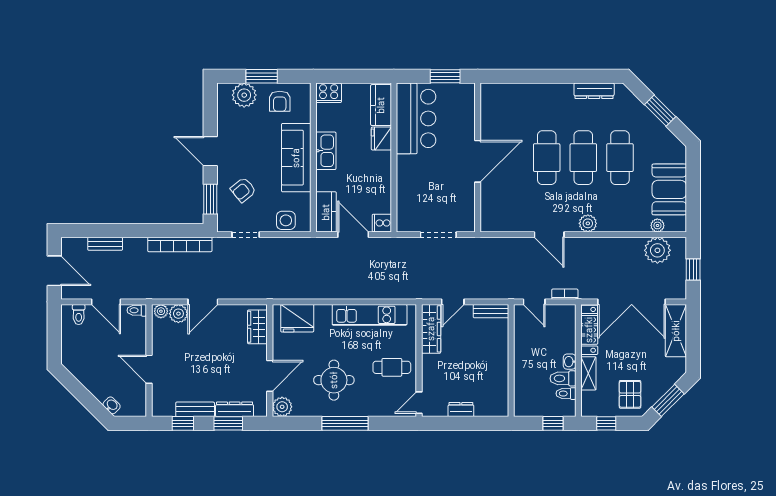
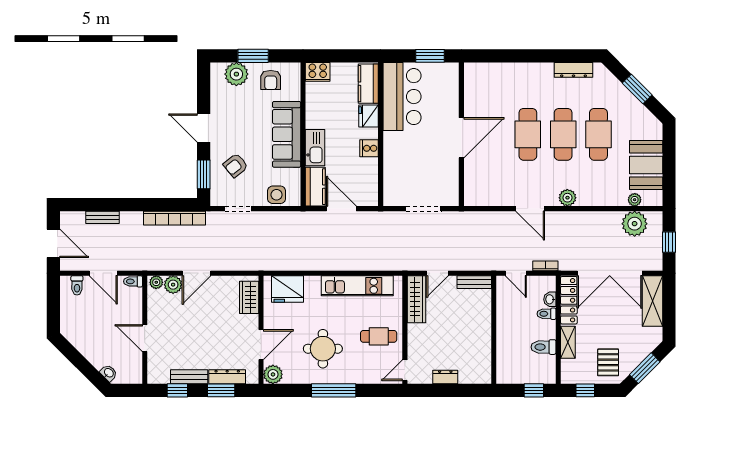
kitchen sink: (326, 151) -> (315, 148), moved
cooker: (382, 223) -> (369, 148), moved
washbasin: (570, 362) -> (550, 299), moved
toilet: (566, 394) -> (546, 314), moved

